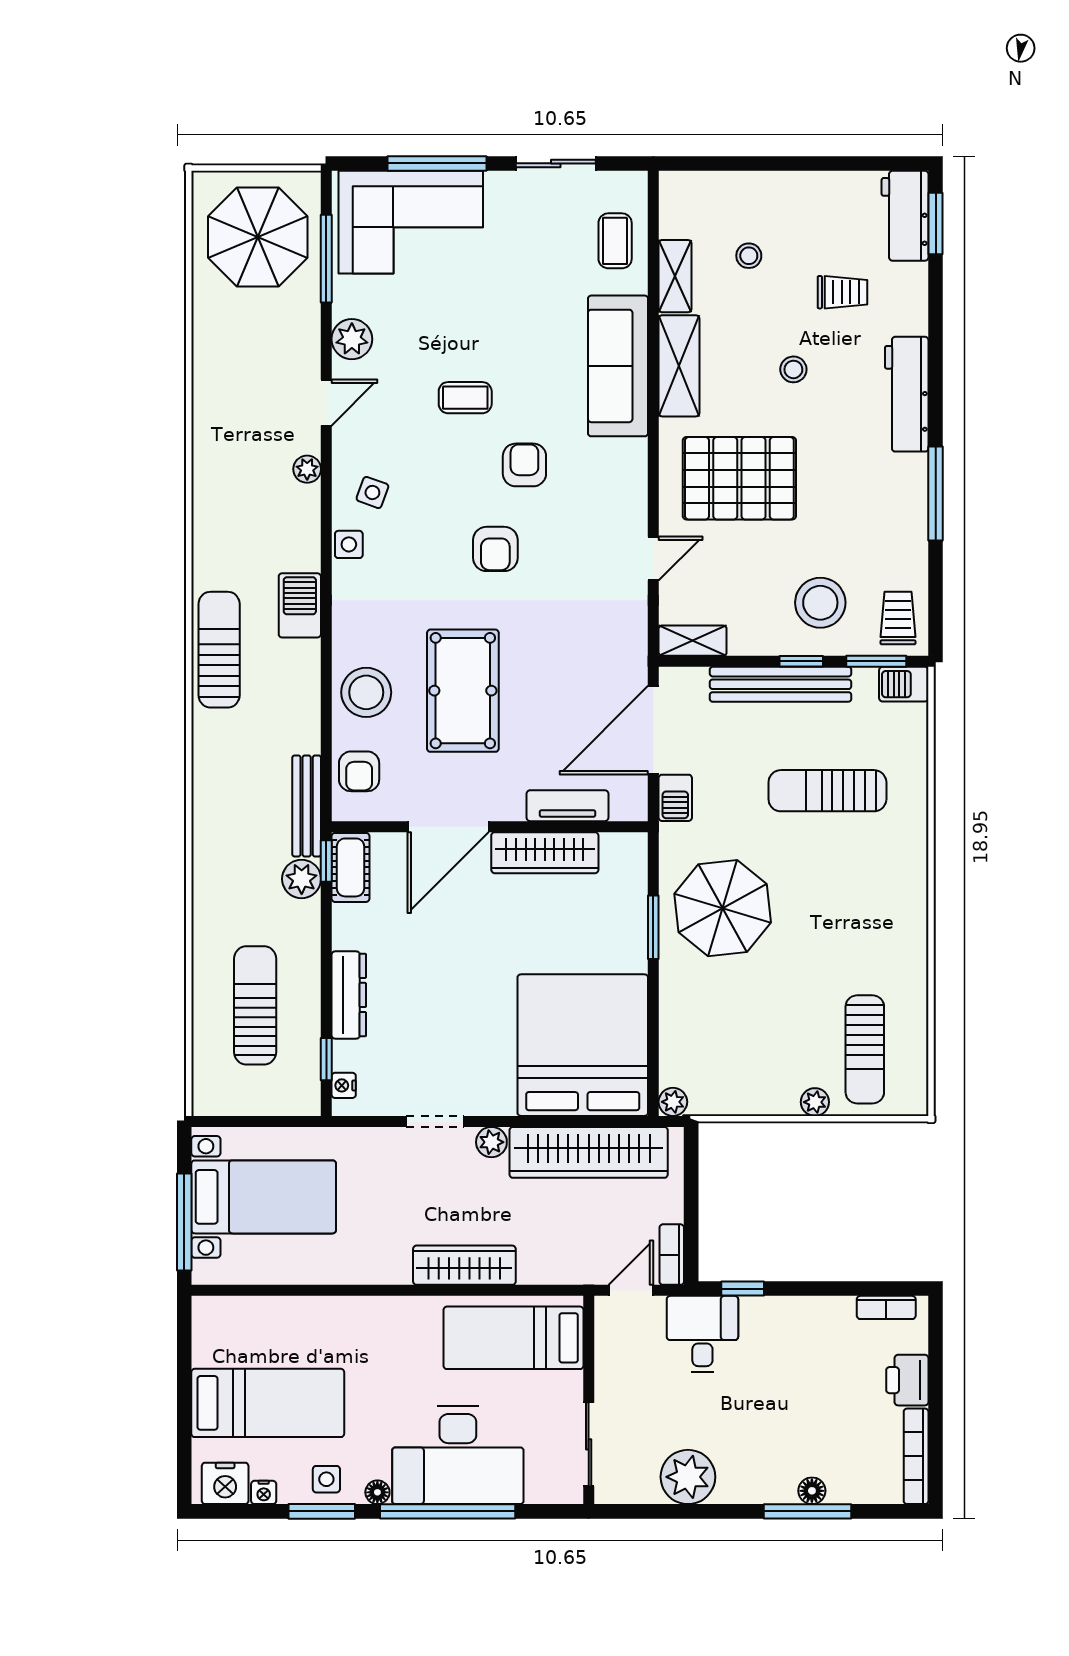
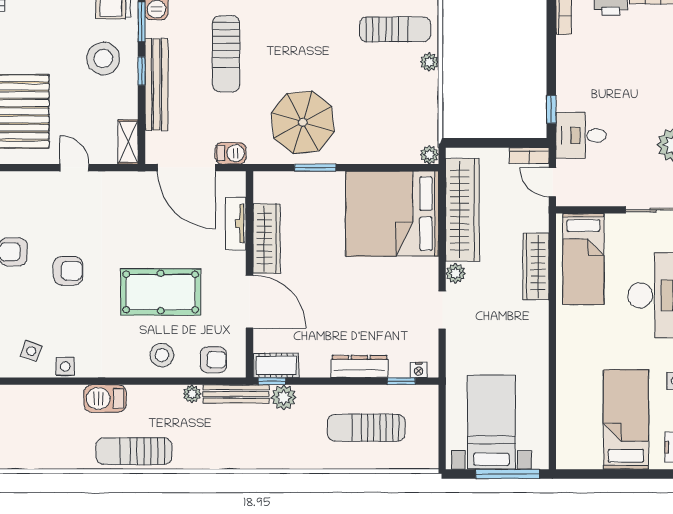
plant: (307, 469) -> (192, 394), moved
stool: (366, 692) -> (162, 355), width x0.73, depth x0.73
wardrobe: (464, 1265) -> (536, 266), moved

